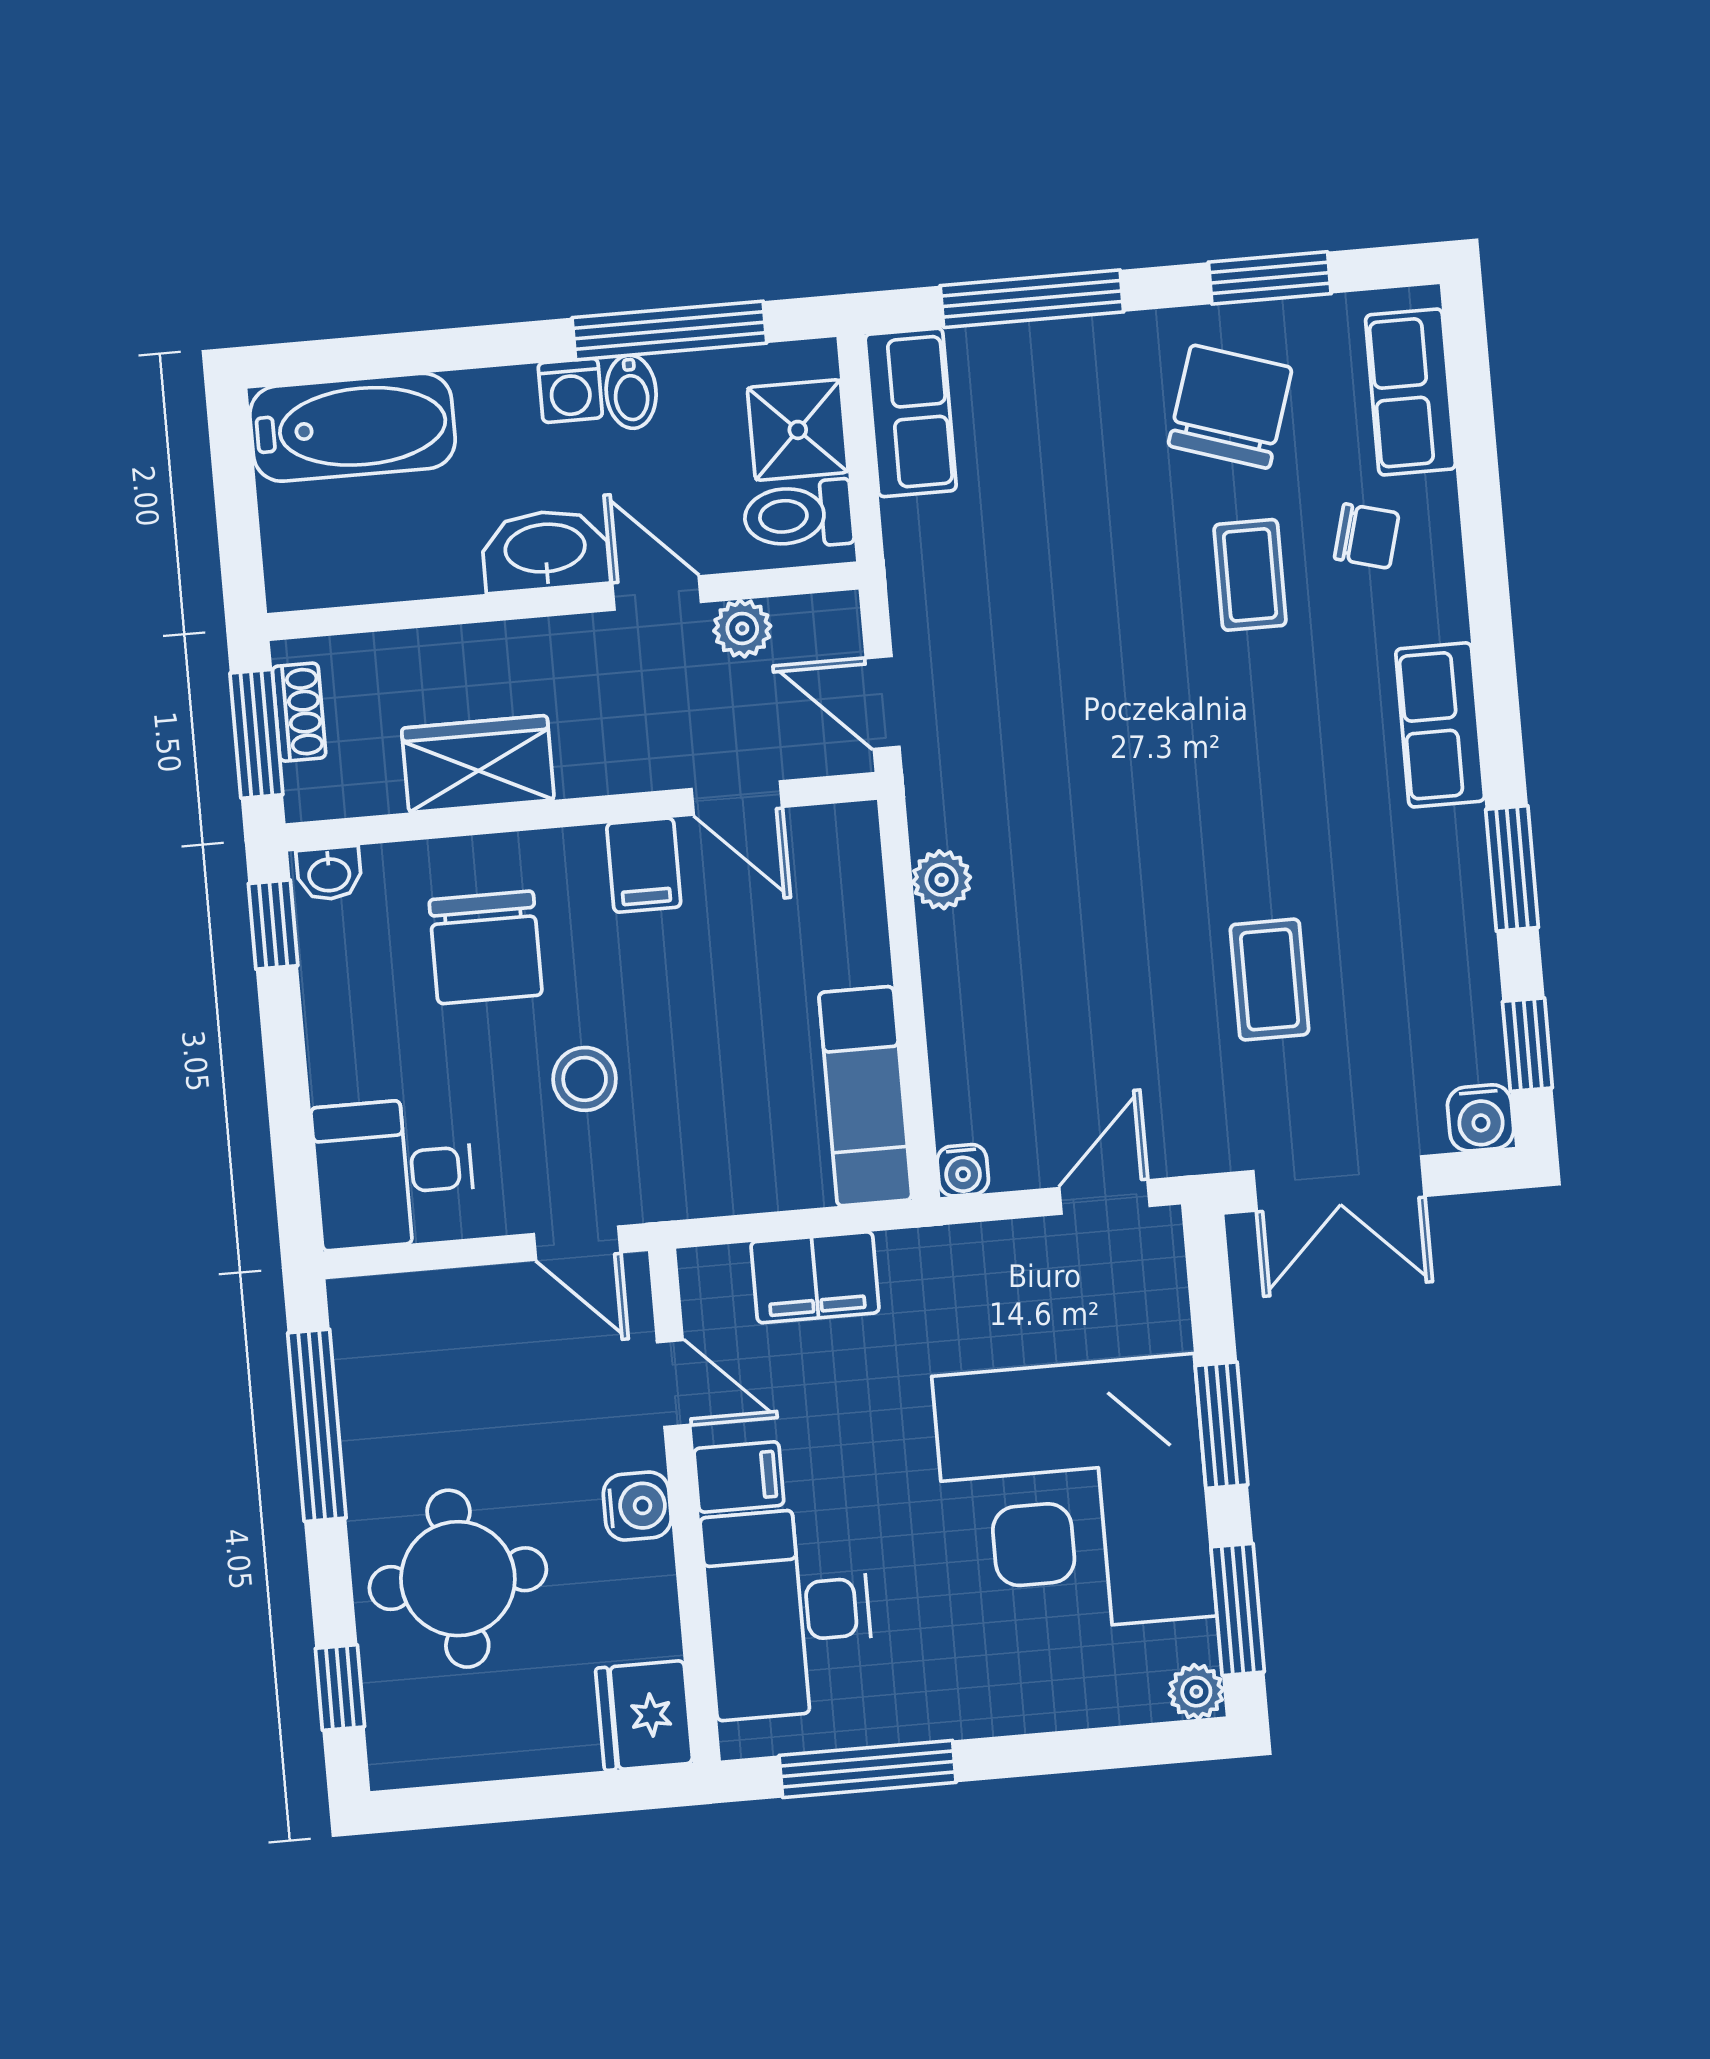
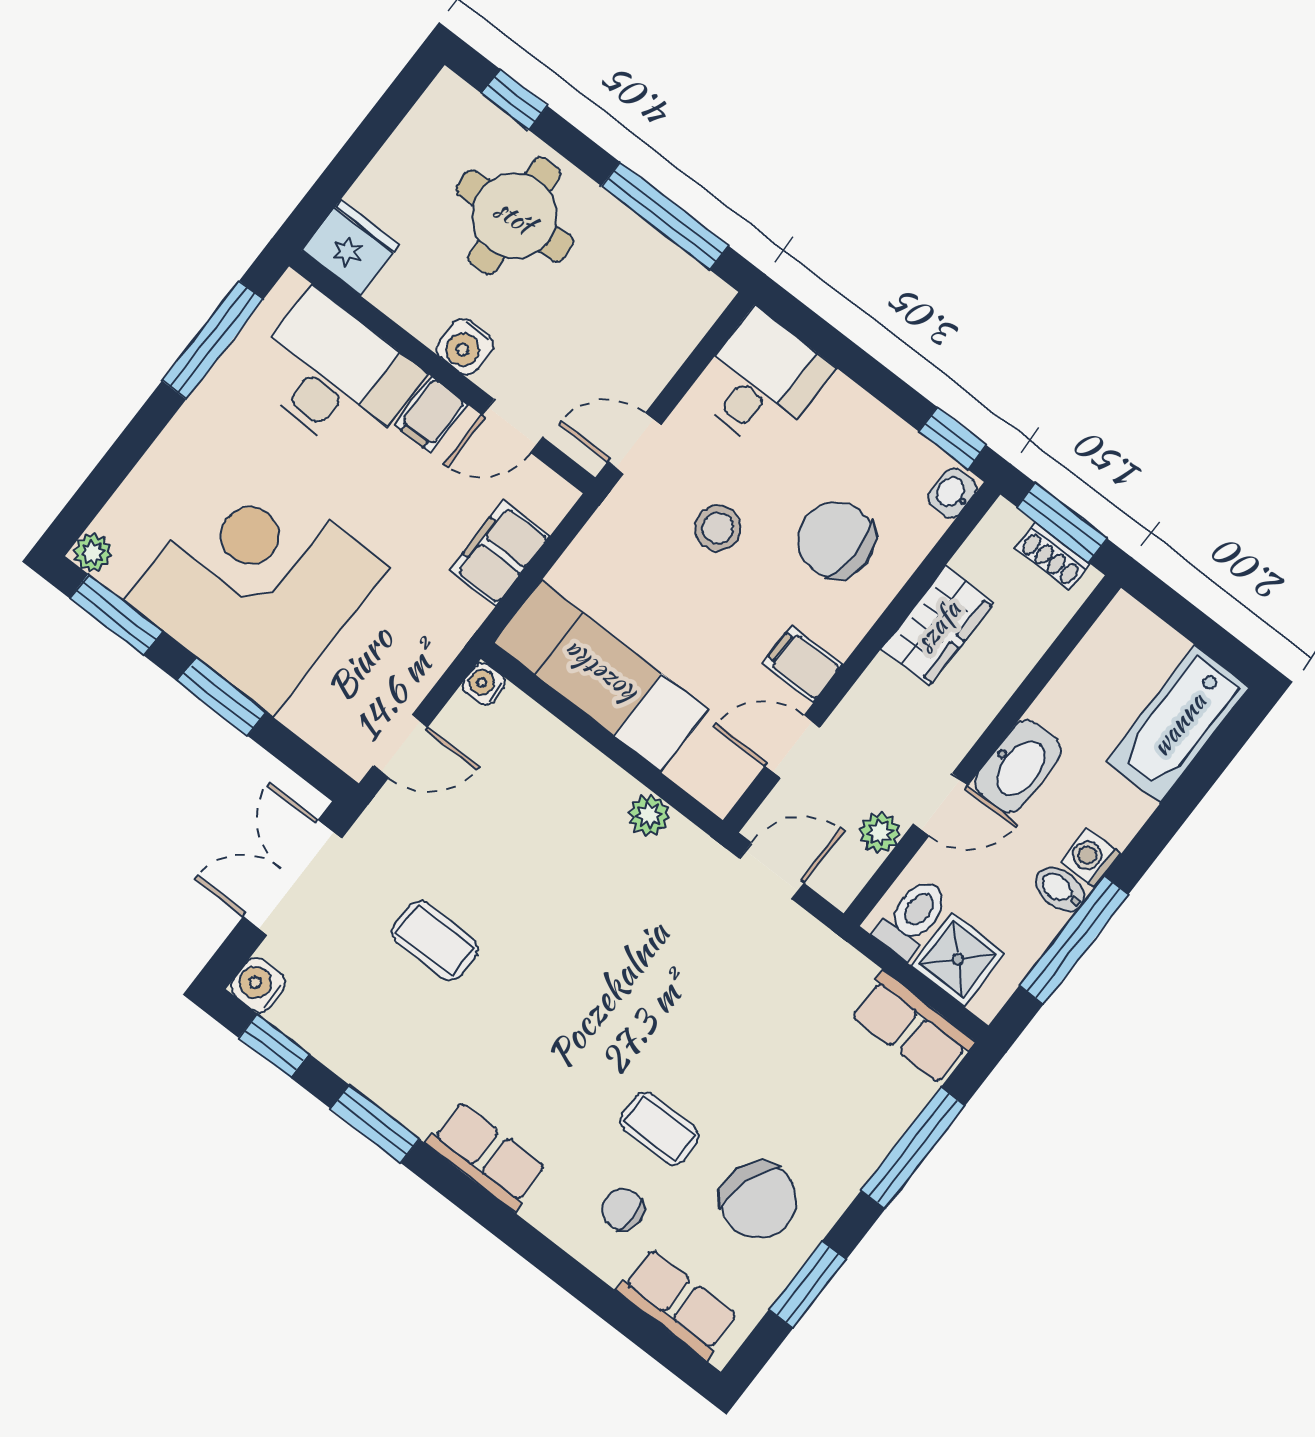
chair: (1367, 536) -> (623, 1210), turned 75
exam couch: (865, 1096) -> (601, 676), width x1.36, depth x1.45
door: (1104, 1197) -> (400, 746), hinge flipped

